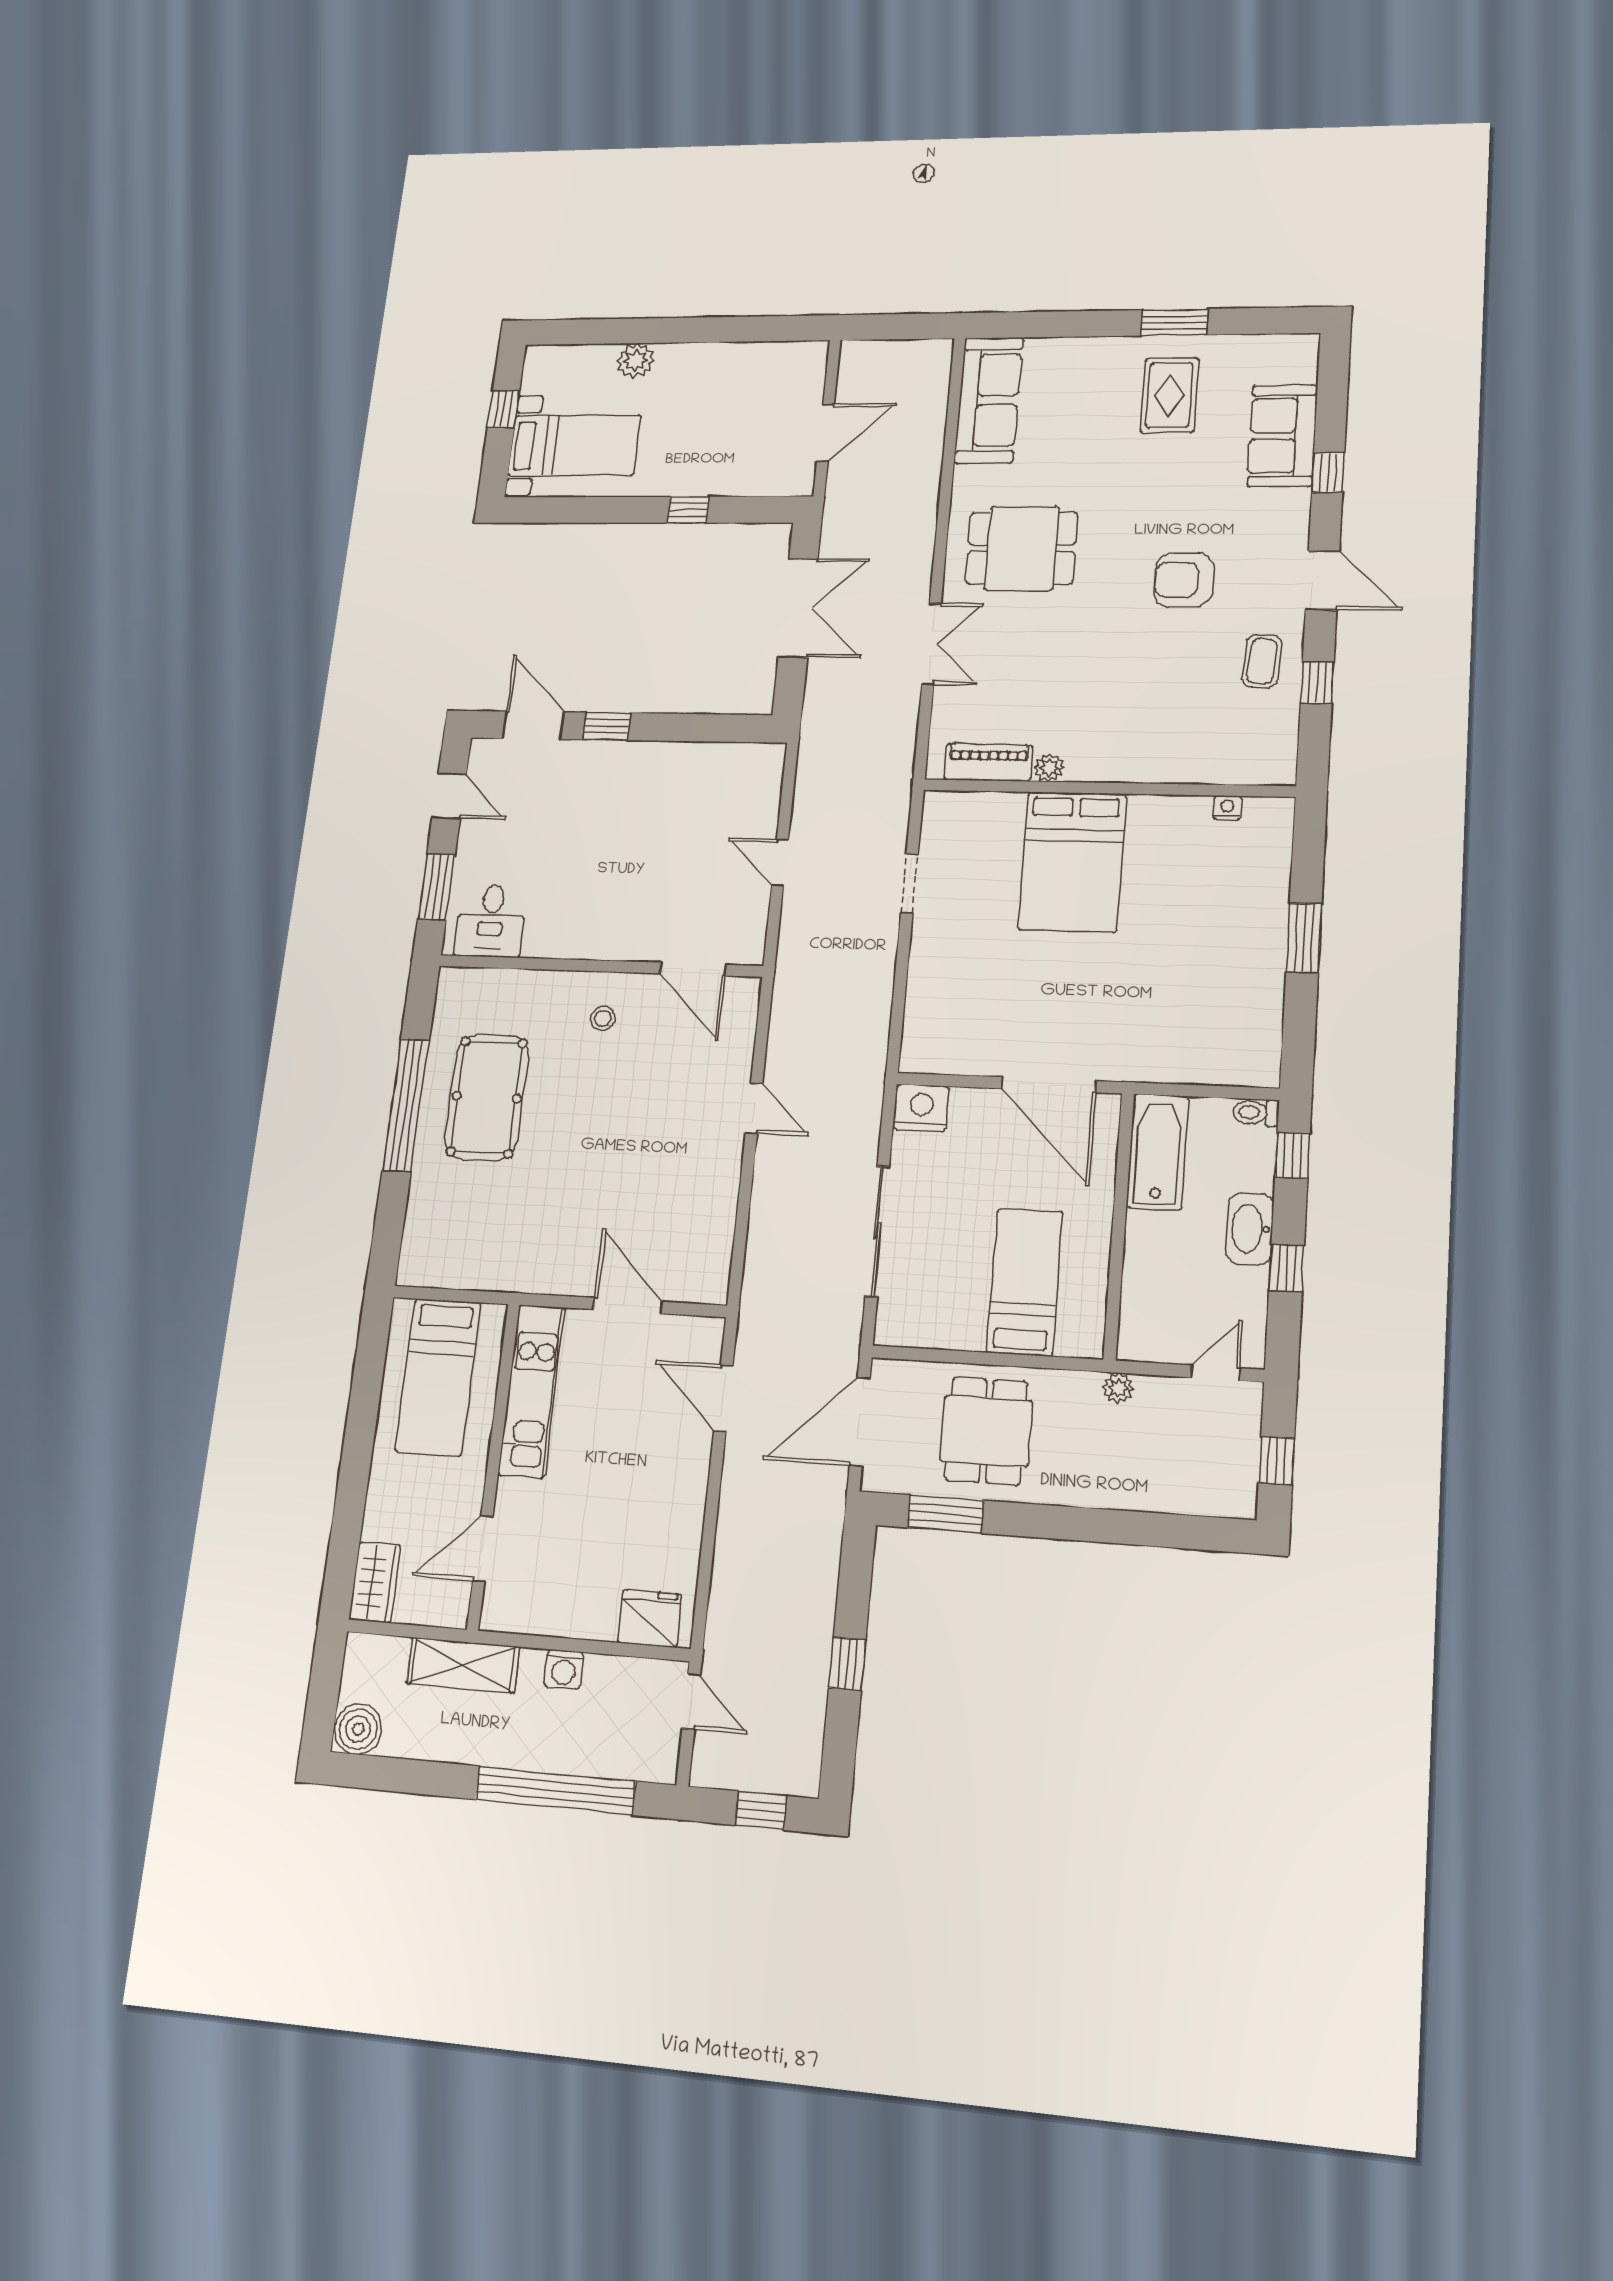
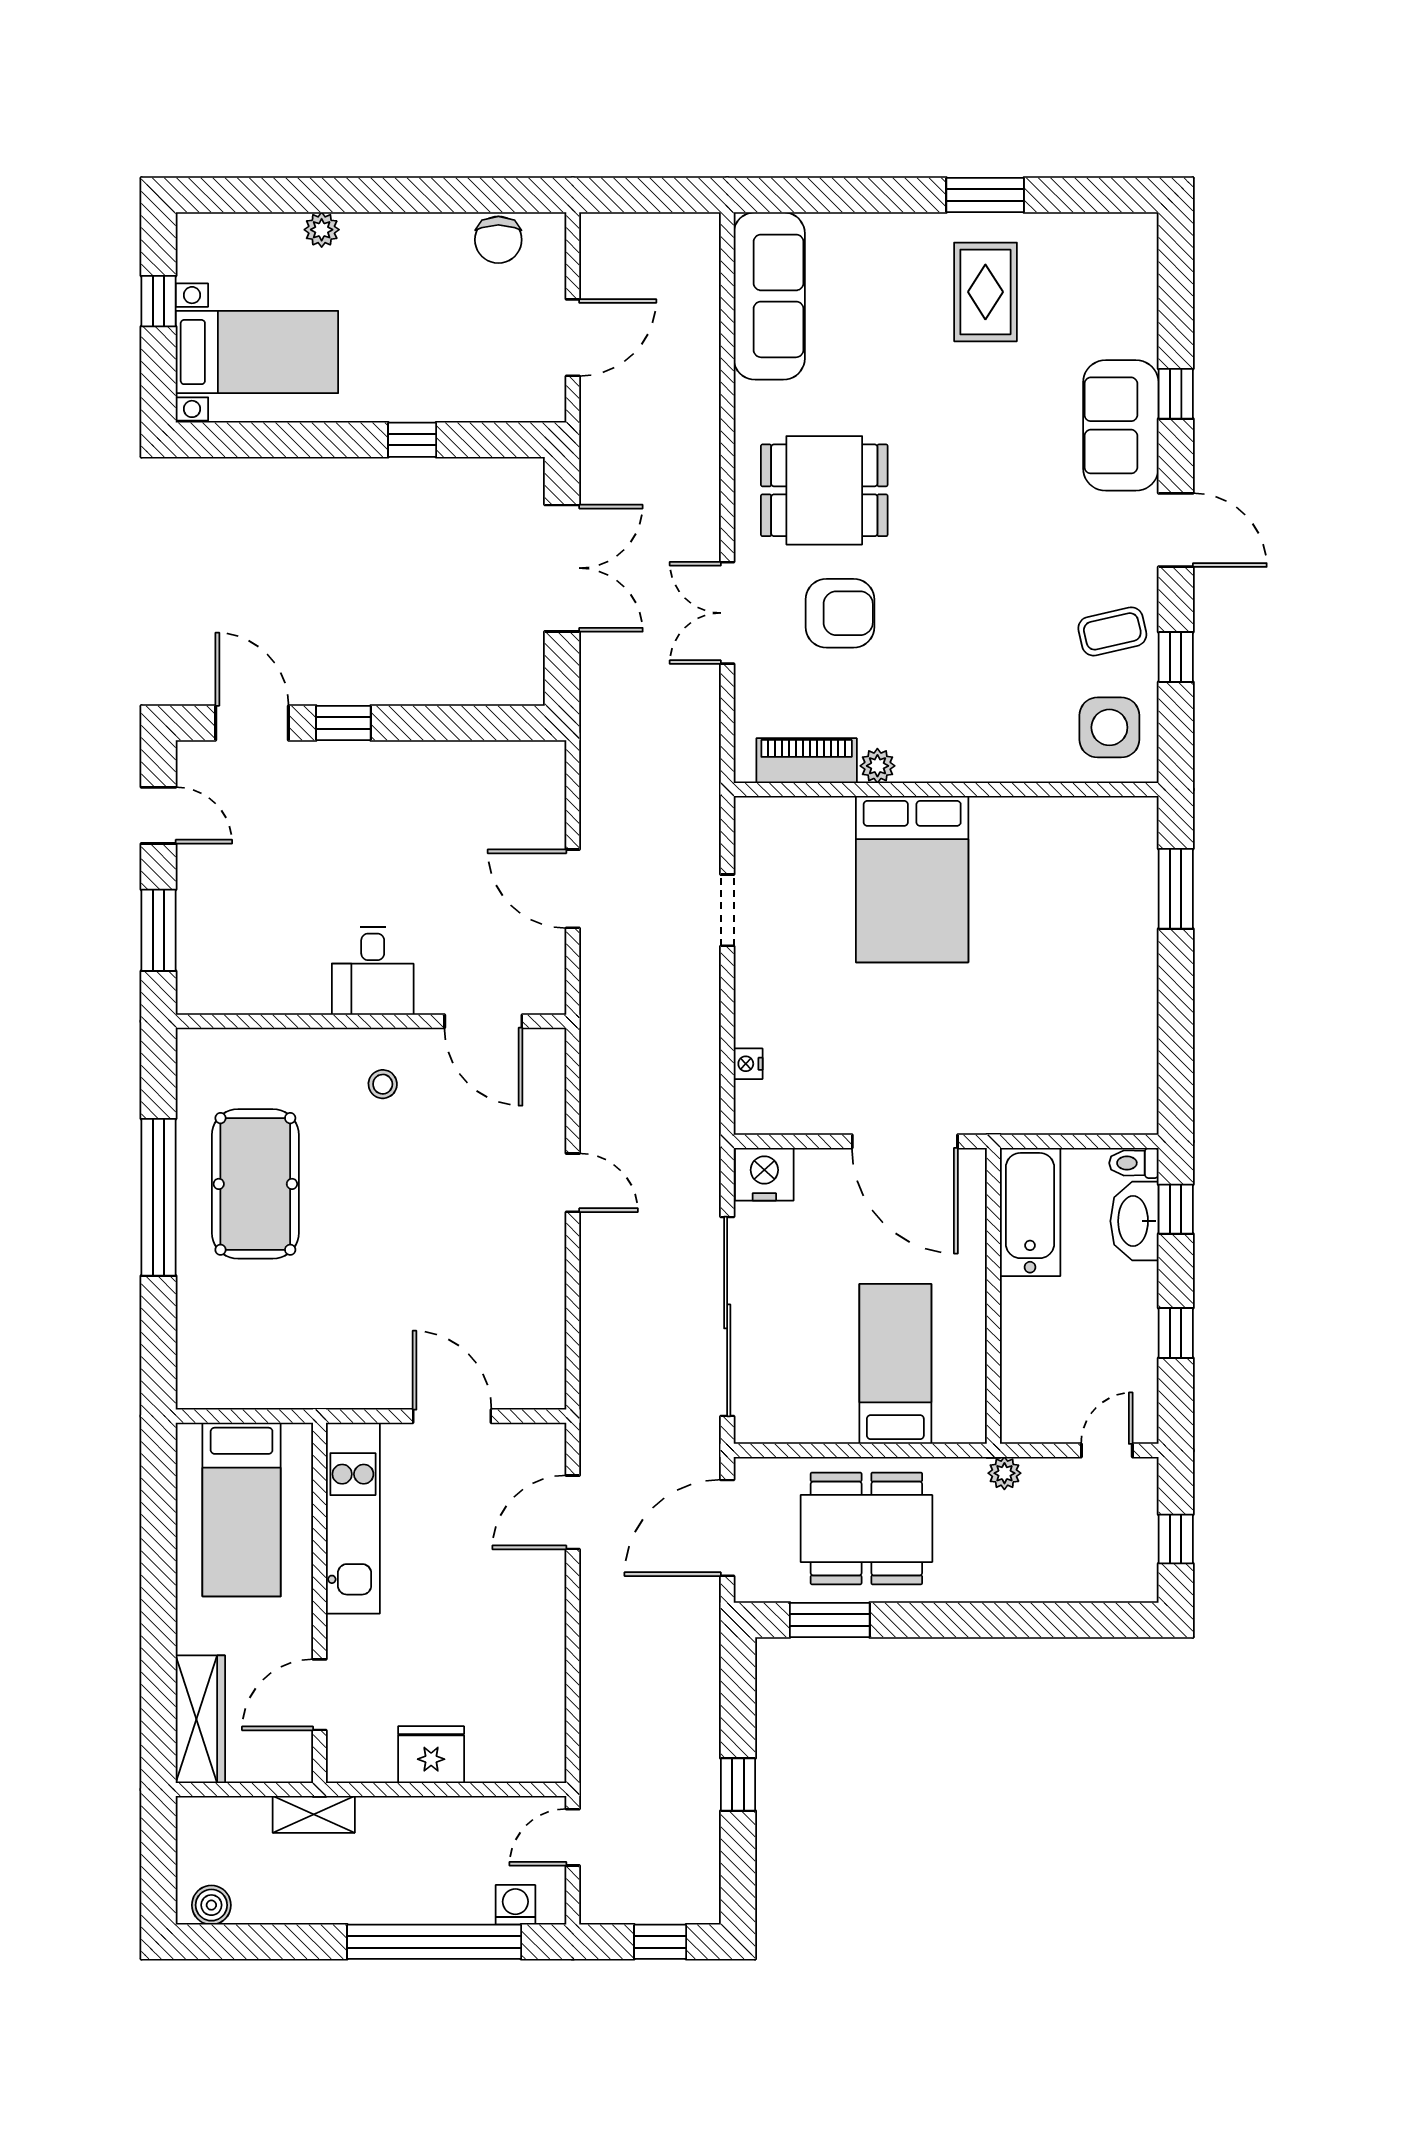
plant: (635, 361) -> (322, 230), width x0.73, depth x0.73
chair: (774, 361) -> (498, 240), added
sofa: (1282, 436) -> (1121, 425), moved
armchair: (1184, 580) -> (840, 613), moved, turned 180
double door: (932, 644) -> (727, 613), swing flipped
coffee table: (1262, 661) -> (1112, 631), turned 73
side table: (1255, 740) -> (1109, 727), added
nightstand: (1227, 808) -> (748, 1064), moved, turned -90
door: (780, 862) -> (573, 889), width x1.38
desk: (491, 921) -> (373, 971), moved
window: (1304, 938) -> (1176, 889), moved
washbasin: (1250, 1229) -> (1134, 1221), moved
sliding door: (877, 1231) -> (727, 1316), width x1.36
door: (723, 1398) -> (573, 1512), hinge flipped
dining table: (986, 1431) -> (866, 1528), width x1.38
wardrobe: (375, 1582) -> (200, 1719), width x1.50
fridge: (650, 1618) -> (431, 1755), moved
shelving: (463, 1665) -> (314, 1814), width x0.67, depth x0.75
washing machine: (564, 1669) -> (515, 1905), moved, turned 180
door: (691, 1701) -> (573, 1837), swing flipped
boiler: (358, 1729) -> (211, 1905), width x0.73, depth x0.73

